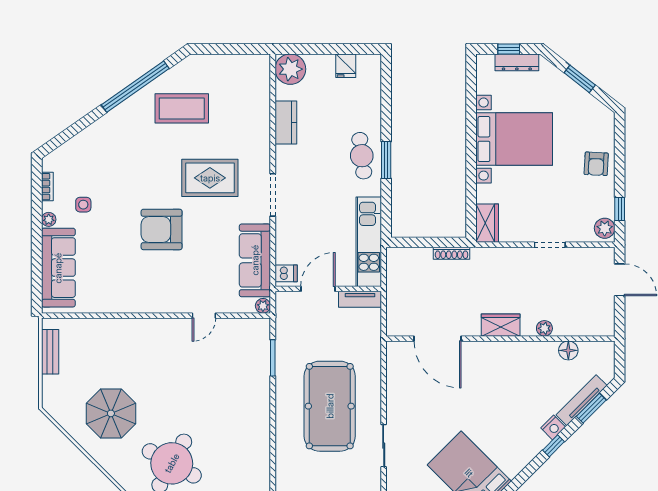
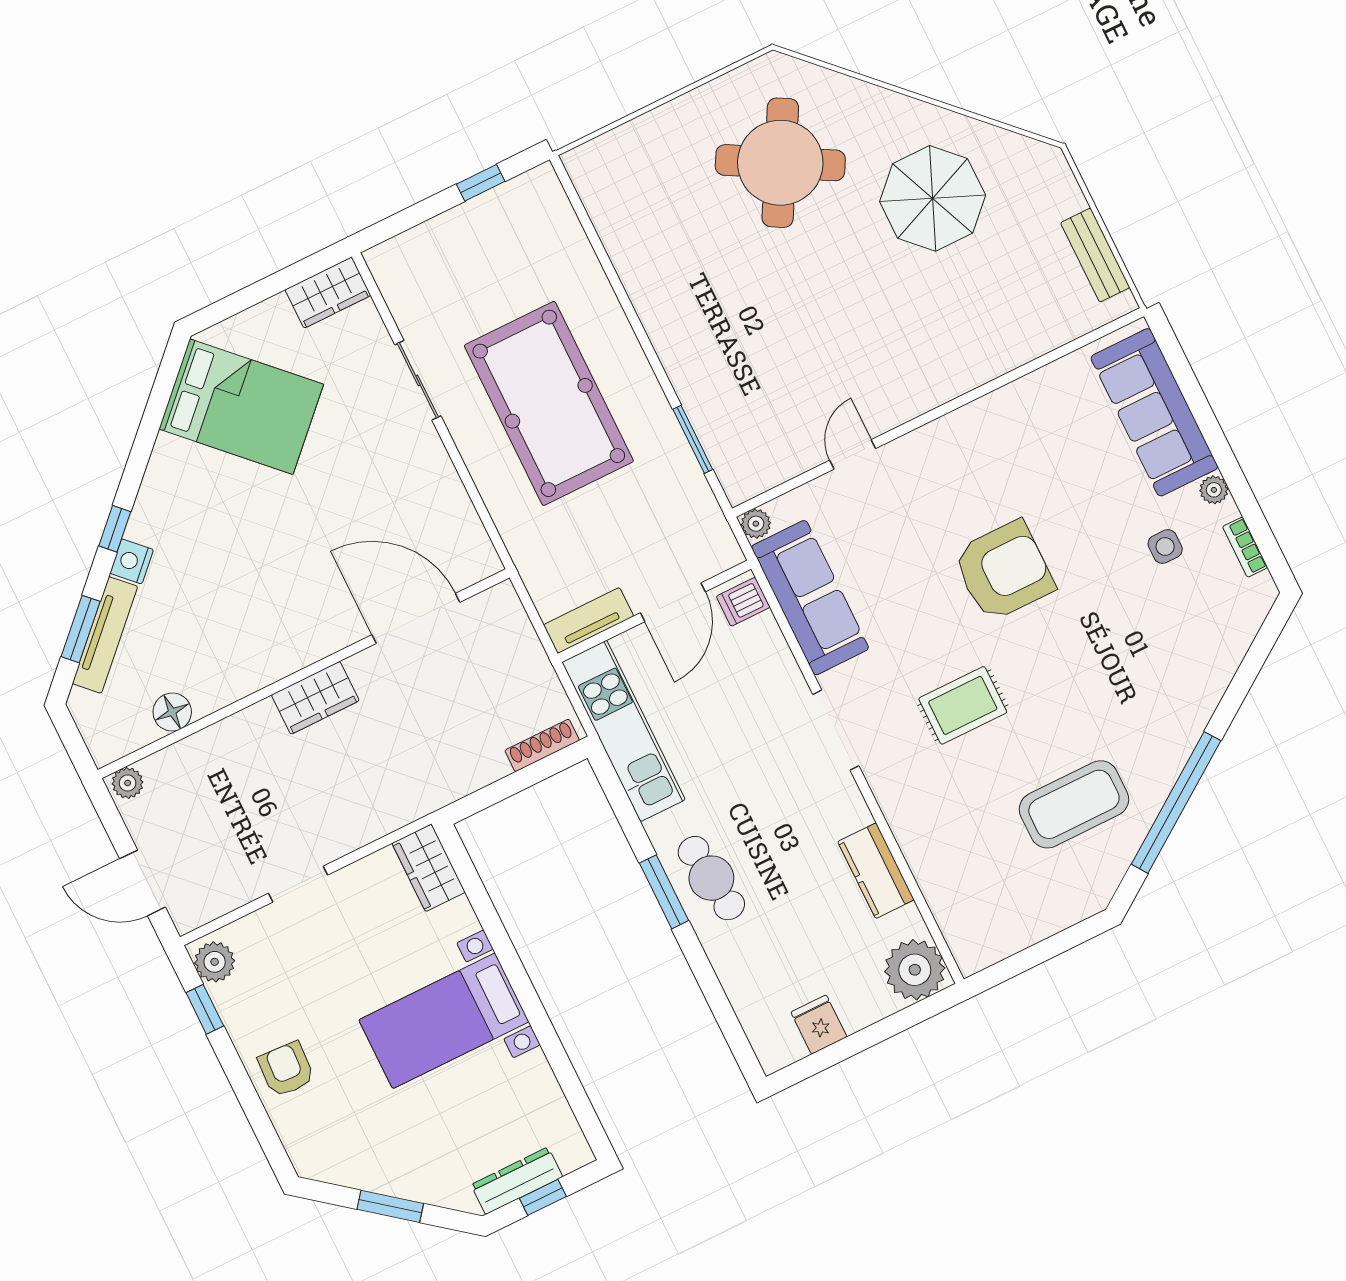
bed with nightstands: (514, 139) -> (444, 1021), width x0.73
rug: (210, 178) -> (963, 705), width x0.73, depth x0.70
shoe rack: (452, 253) -> (542, 745), moved
plant: (544, 328) -> (128, 783), moved

